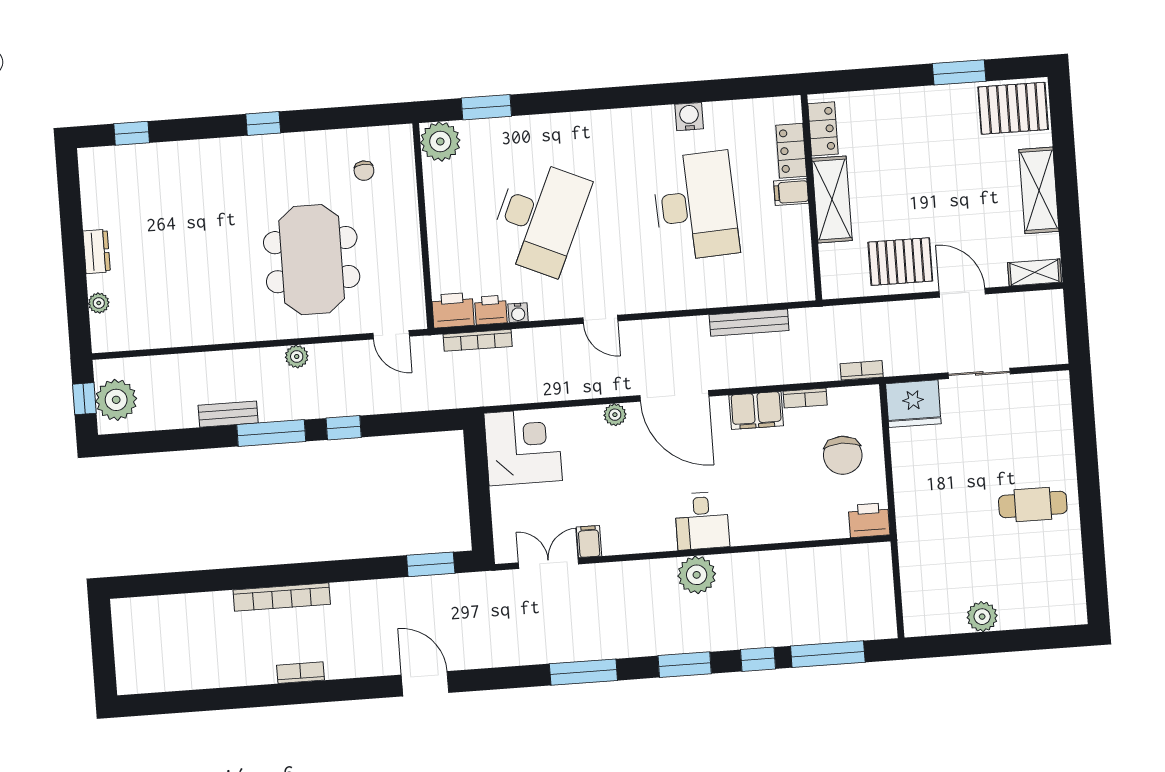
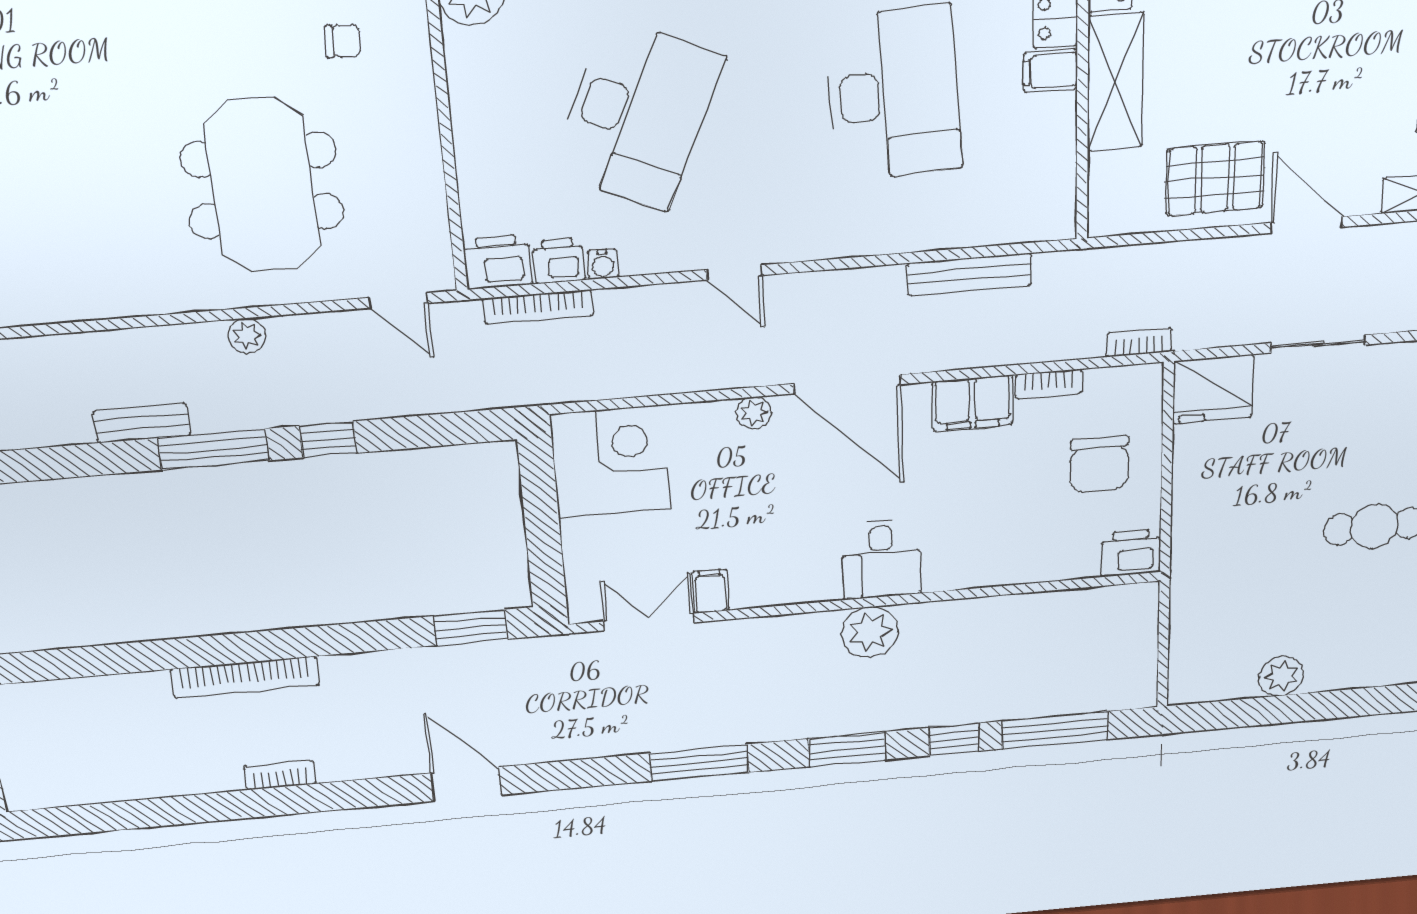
chair: (364, 171) -> (343, 41), turned -85

